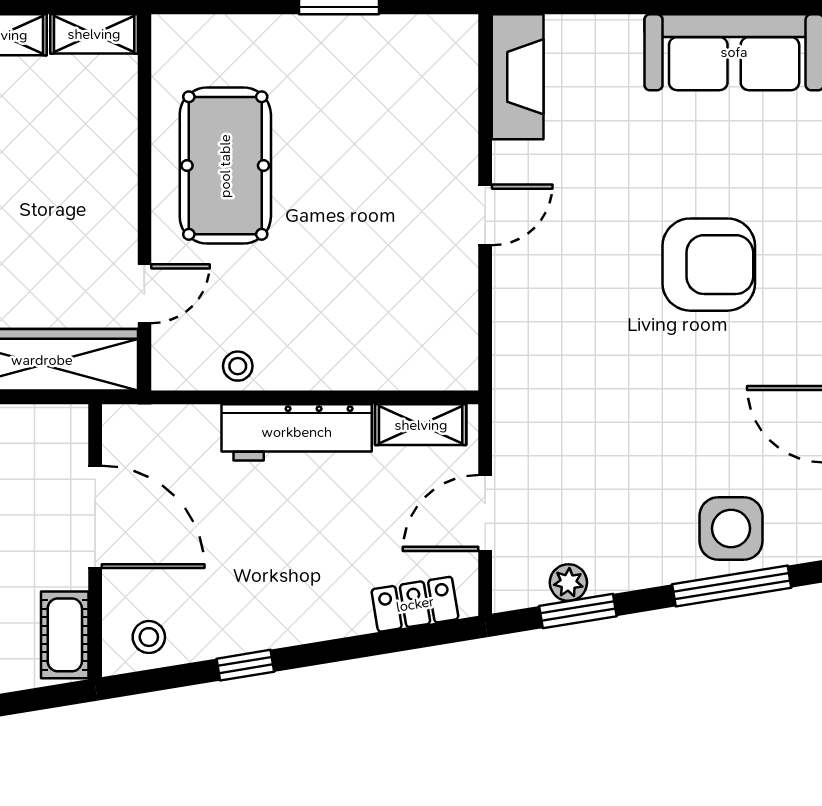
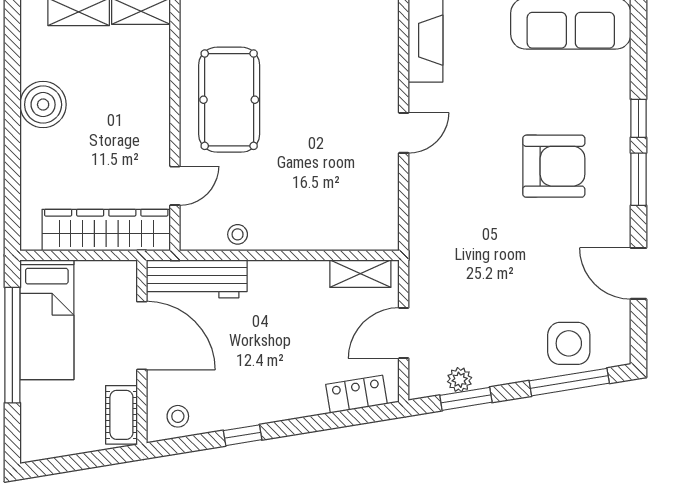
workbench: (297, 432) -> (197, 279), moved

